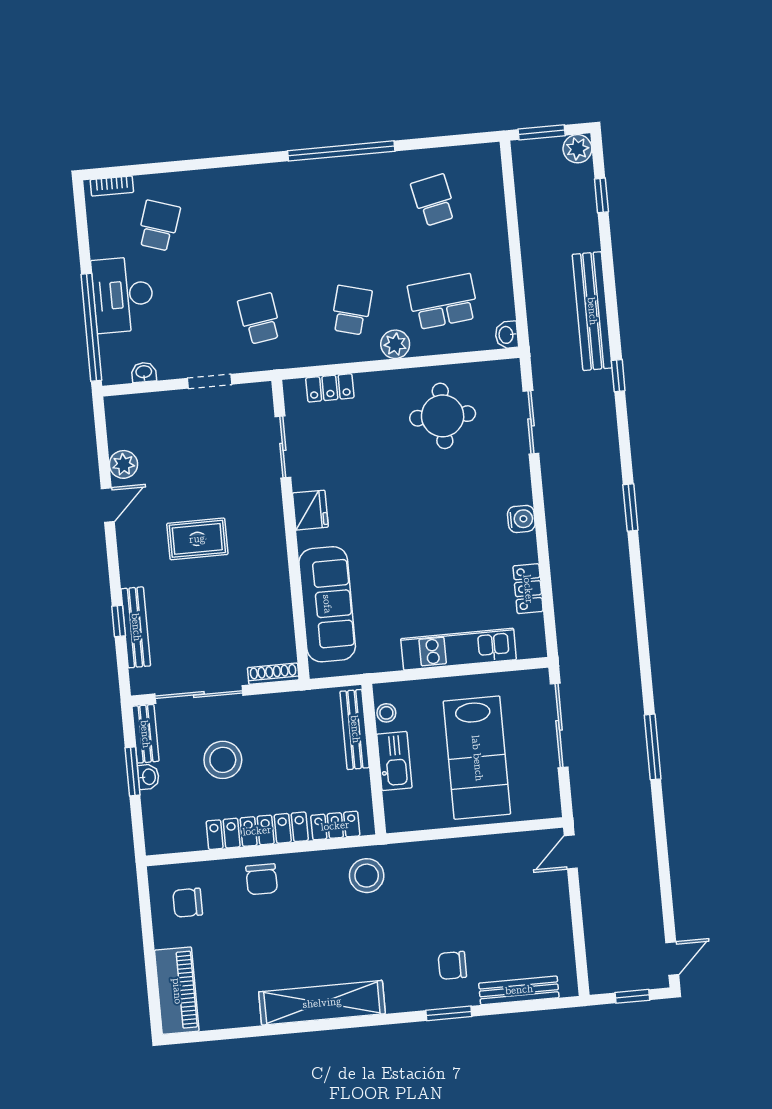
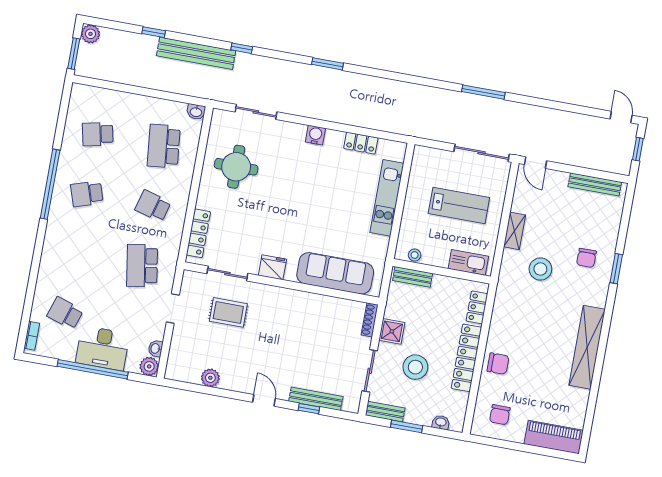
window: (601, 195) -> (154, 32), moved
school desk: (342, 209) -> (87, 194), added
school desk: (260, 319) -> (142, 266), width x1.85
window: (91, 327) -> (93, 369), moved
plant: (395, 344) -> (149, 366), moved
locker: (330, 388) -> (198, 233), width x1.53
door: (108, 505) -> (264, 400), moved
rug: (197, 539) -> (228, 312), moved, turned 90
sliding door: (199, 695) -> (370, 371), width x0.73
shower: (265, 711) -> (392, 331), added
sliding door: (559, 725) -> (482, 153), moved
bench: (355, 729) -> (413, 277), width x0.73
lab bench: (477, 758) -> (459, 205), width x0.73, depth x0.72
kitchen sink: (394, 761) -> (468, 262), moved
washbasin: (148, 777) -> (441, 422), moved
shelving: (462, 849) -> (515, 231), added
stool: (367, 876) -> (540, 269), moved
bench: (519, 990) -> (595, 184), moved, turned 90

